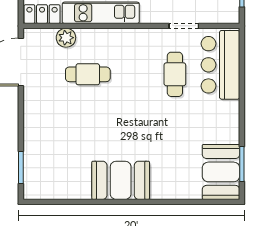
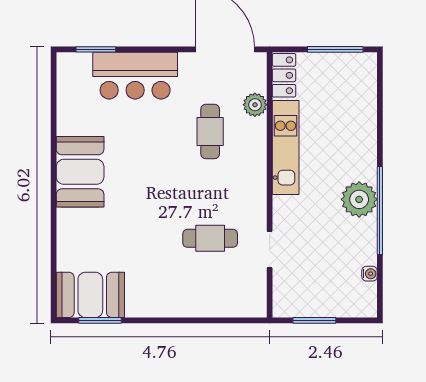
bar counter: (220, 65) -> (135, 76), moved, turned 180

